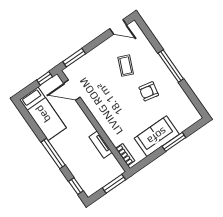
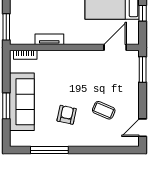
window: (171, 66) -> (49, 150), moved
window: (45, 78) -> (143, 13), moved
sofa: (157, 136) -> (22, 102), width x1.36

